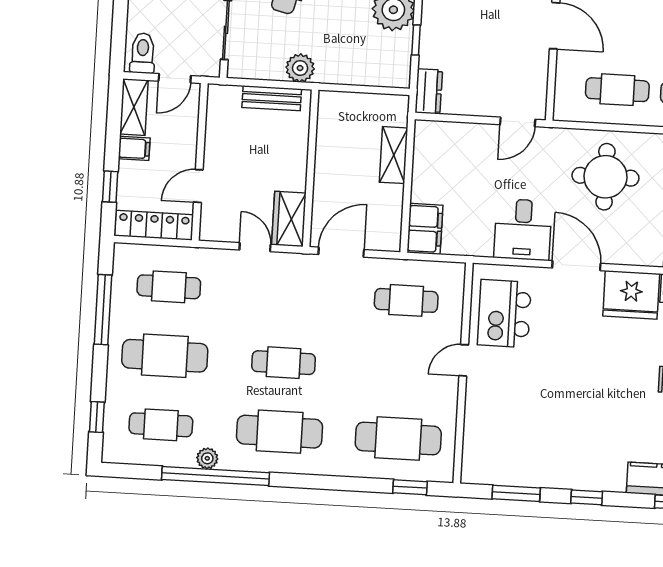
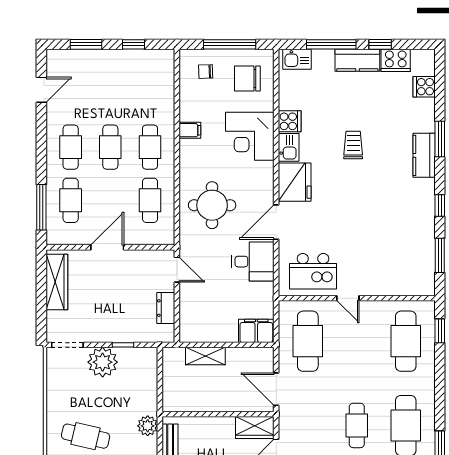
dresser: (429, 91) -> (166, 308), moved, turned -90
cafe table: (406, 300) -> (308, 341), width x1.37, depth x1.35

